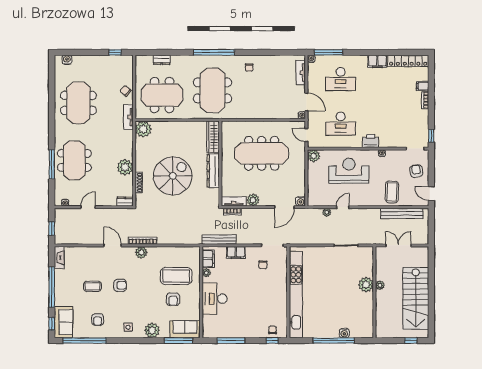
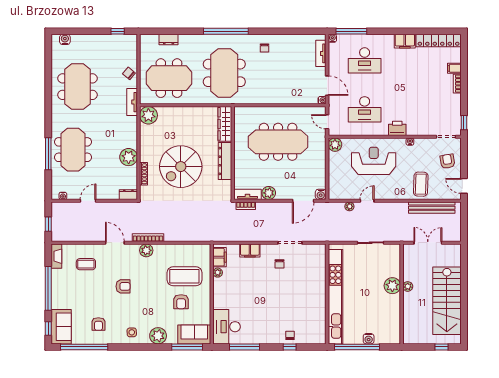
spiral stairs: (173, 176) -> (181, 167), turned 180
bench: (219, 240) -> (231, 236), removed
coffee table: (92, 286) -> (86, 264), moved
wall: (288, 292) -> (327, 294), moved
kitchen unit: (296, 295) -> (335, 297), moved
desk: (215, 299) -> (227, 327), moved

